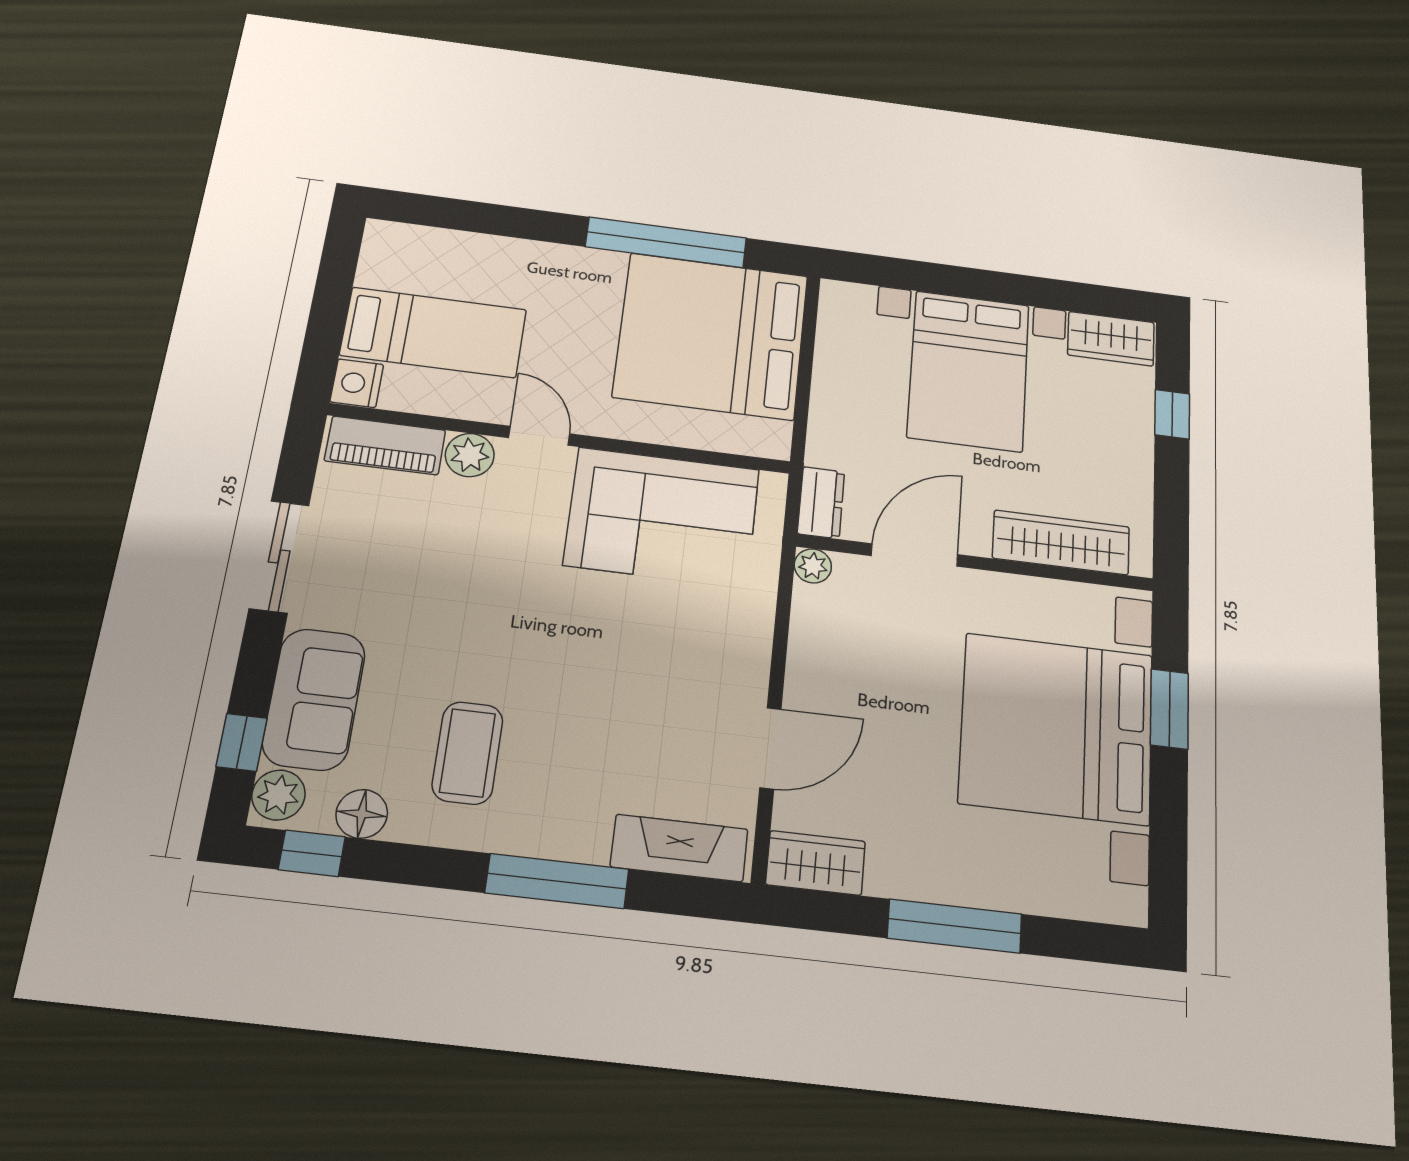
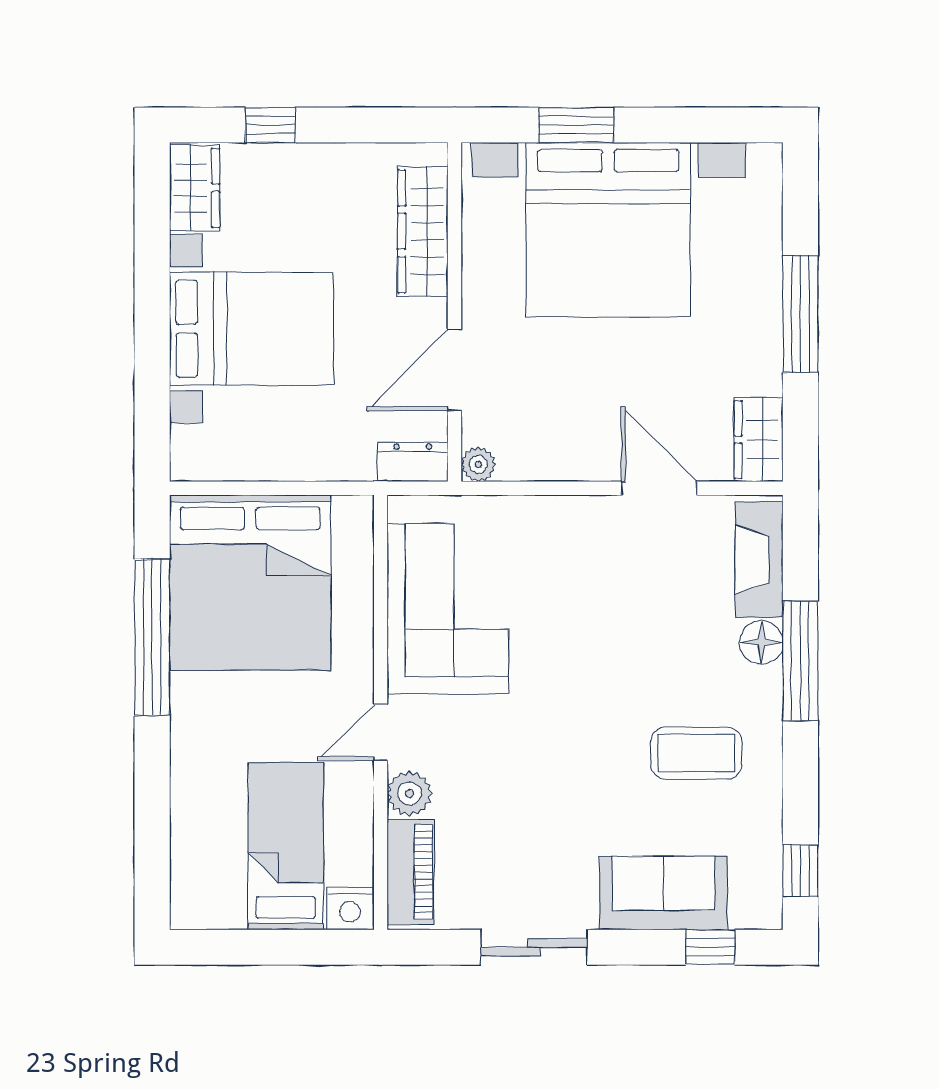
door: (915, 555) -> (454, 370), hinge flipped
plant: (278, 795) -> (753, 908), removed
floor lamp: (362, 814) -> (761, 642), moved

